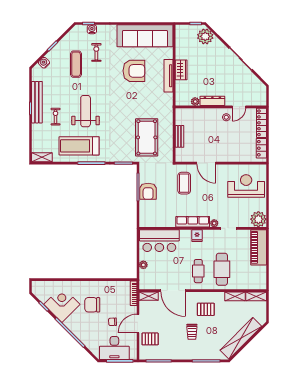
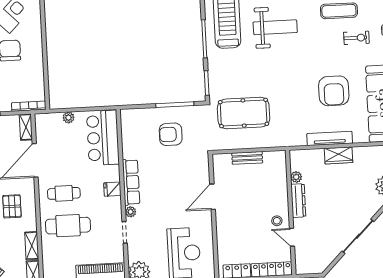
coffee table: (184, 183) -> (183, 168), removed
armchair: (148, 191) -> (171, 134), moved

